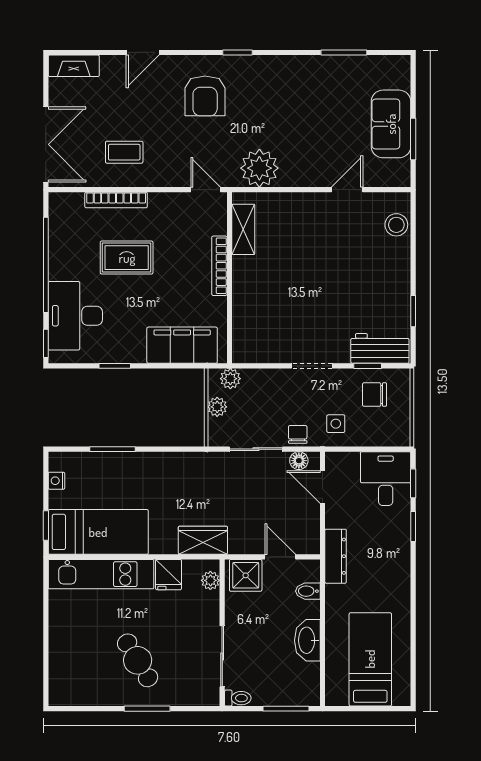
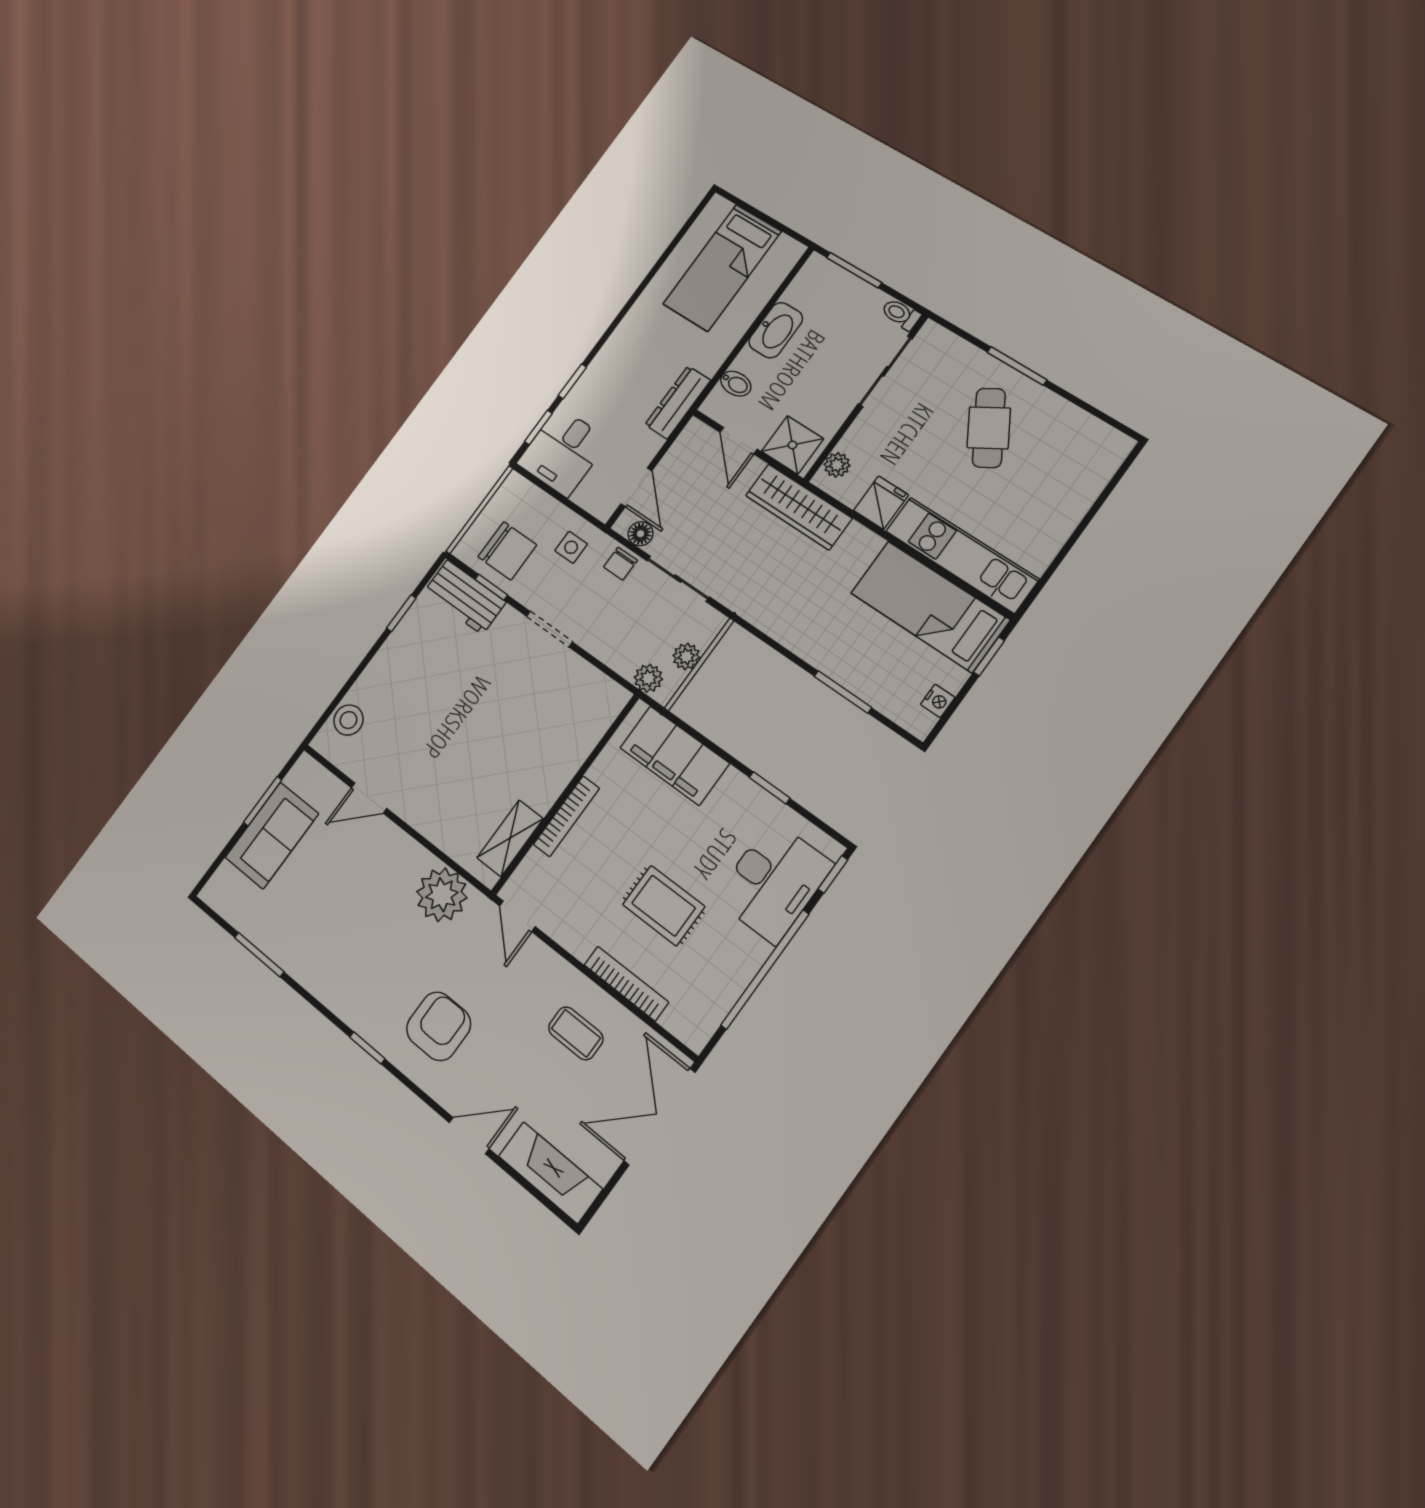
fireplace: (74, 66) -> (550, 1172), width x1.37, depth x1.32
chair: (375, 395) -> (507, 551), width x1.37, depth x1.37
wardrobe: (203, 540) -> (799, 507), width x1.50

